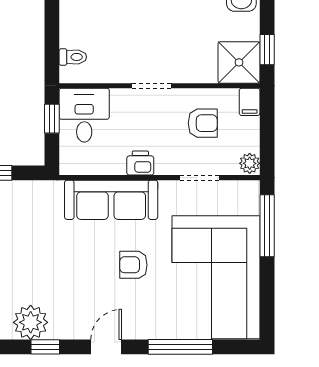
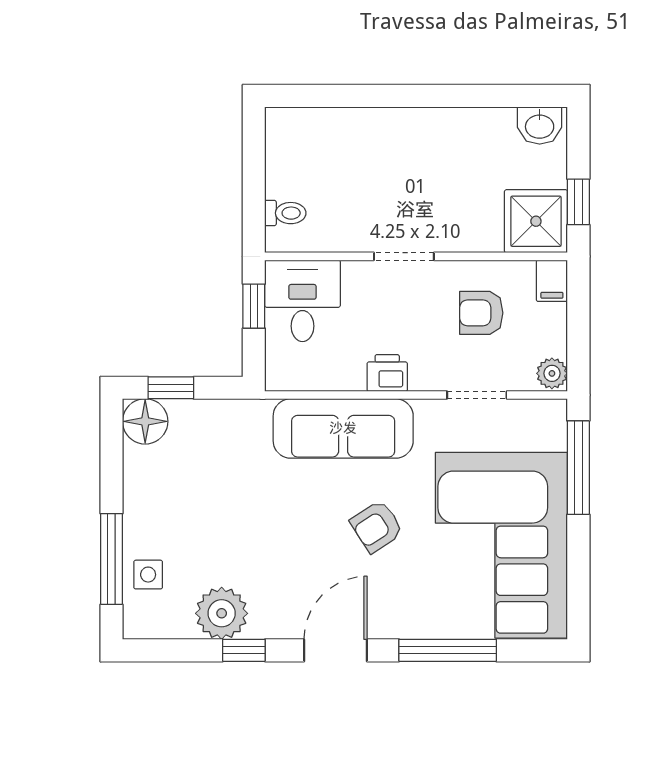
armchair: (203, 123) -> (481, 313), turned 180
armchair: (133, 265) -> (377, 526), turned -33
door: (106, 347) -> (336, 650), width x1.38

